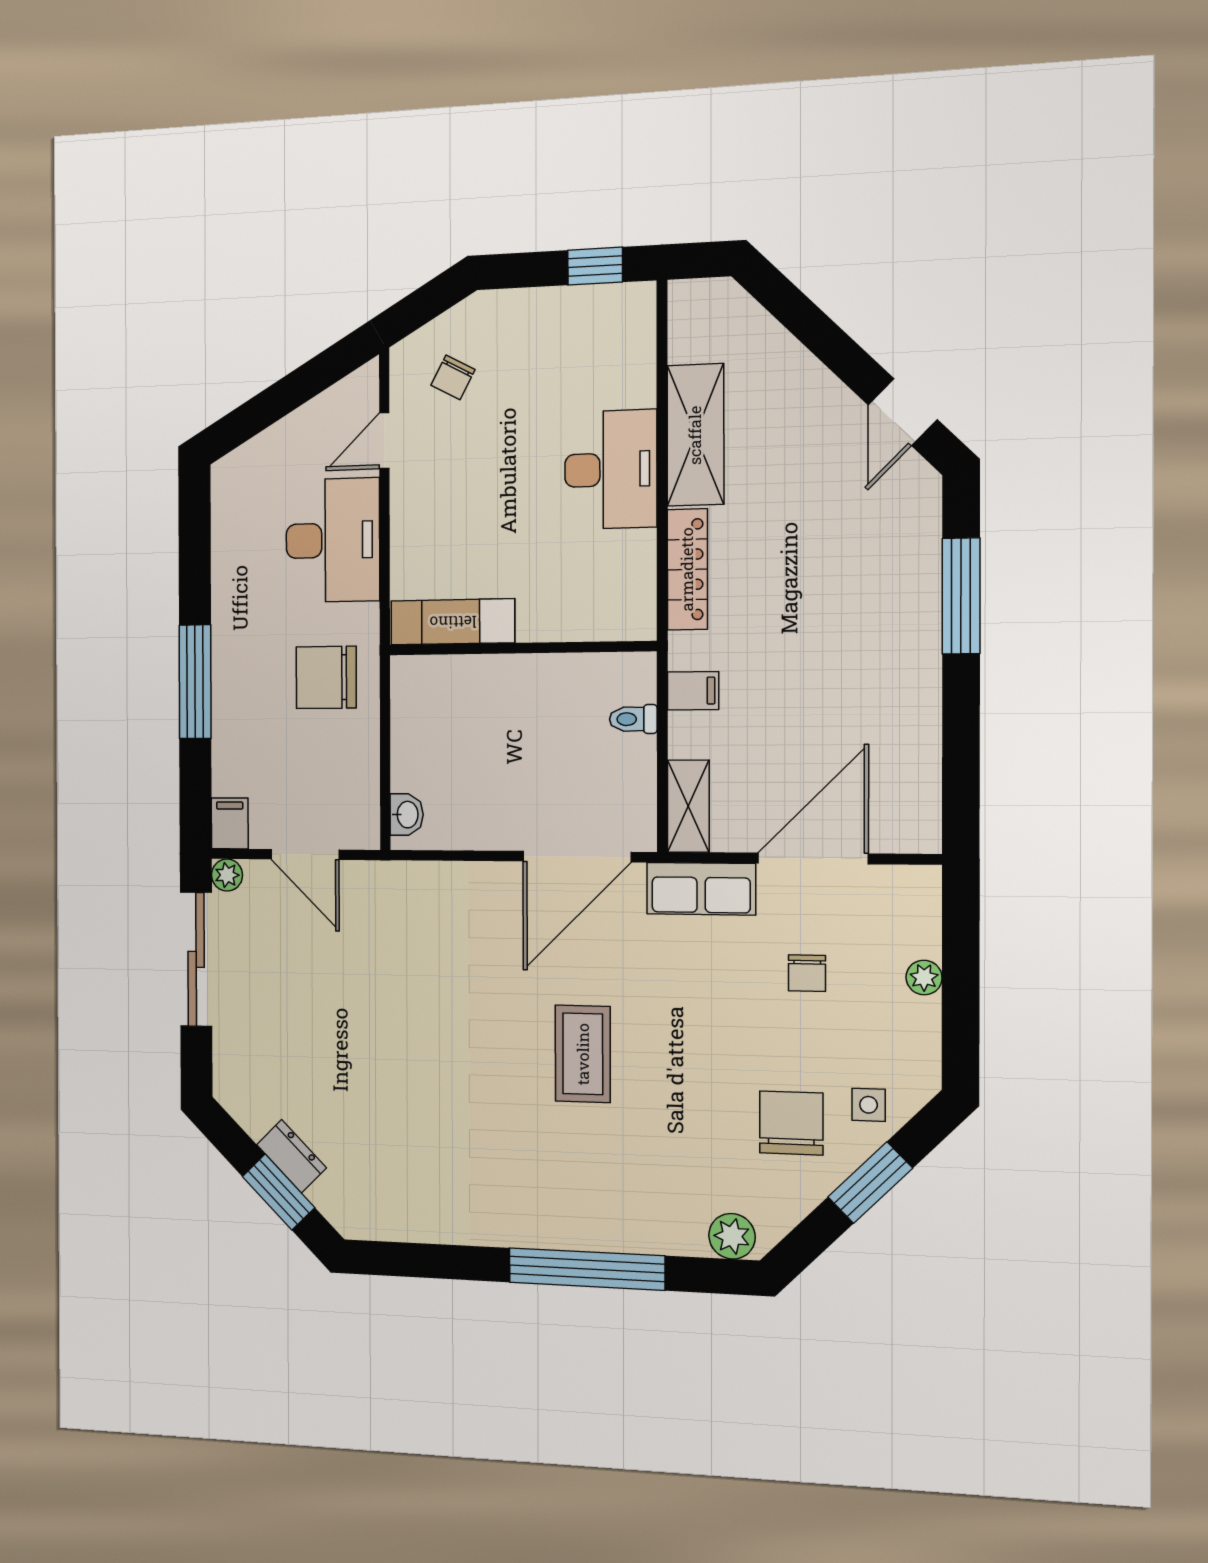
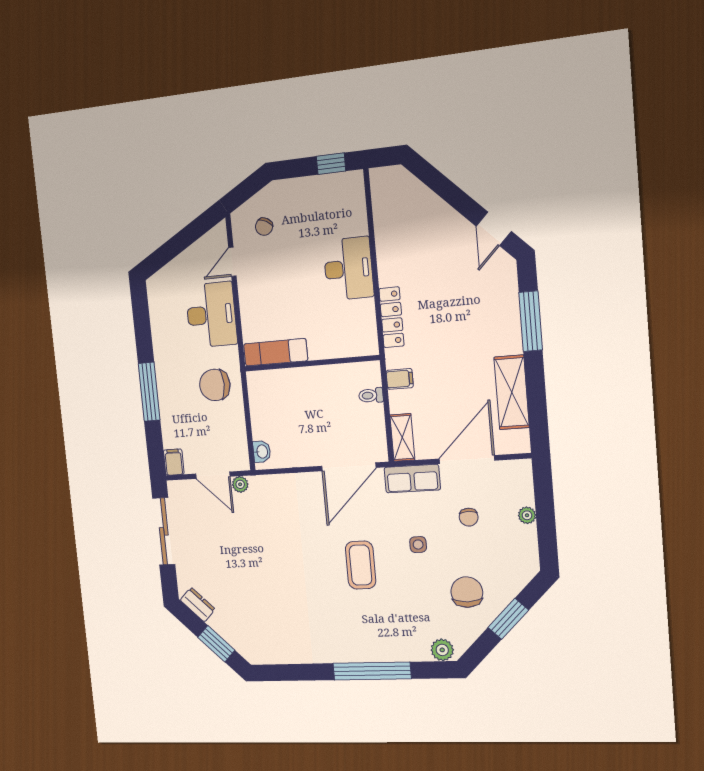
shelving: (695, 435) -> (512, 392), moved
plant: (227, 875) -> (240, 484), moved
side table: (869, 1105) -> (418, 545), moved
dresser: (291, 1156) -> (198, 605), moved

